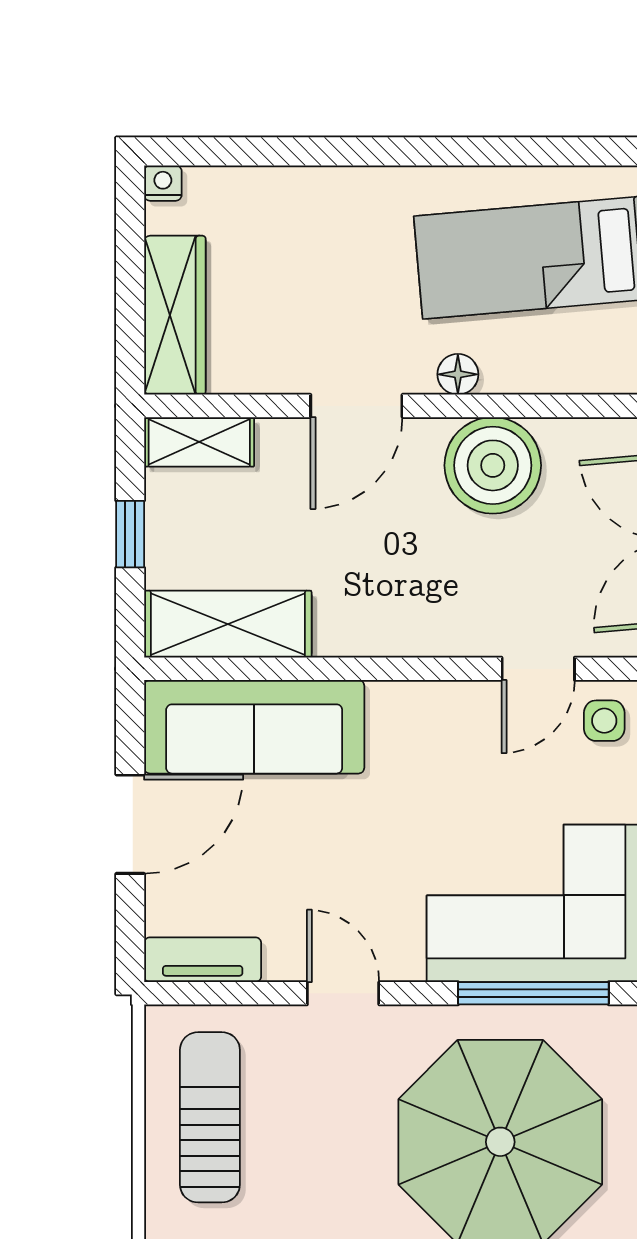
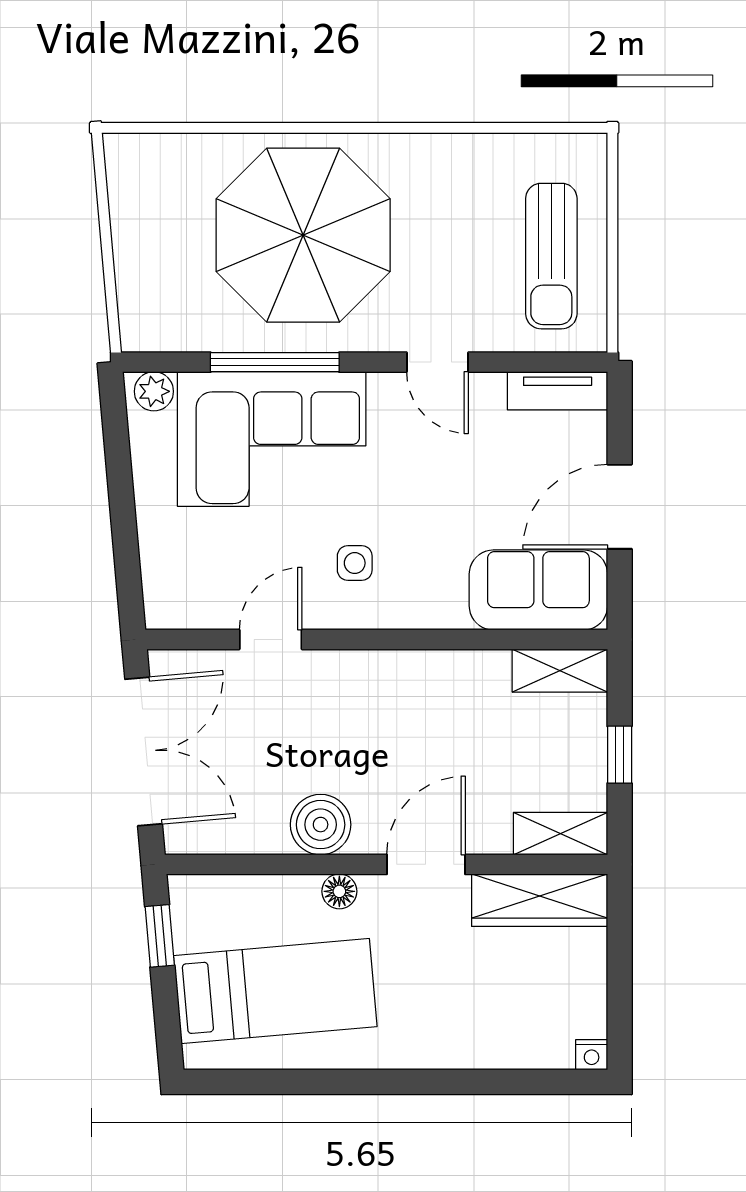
wardrobe: (175, 315) -> (540, 900), moved, turned -90
boiler: (493, 465) -> (321, 825), width x0.73, depth x0.73
shelving: (228, 624) -> (560, 671), width x0.67, depth x0.75
side table: (604, 721) -> (355, 563), moved
sofa: (254, 727) -> (538, 590), width x0.73

